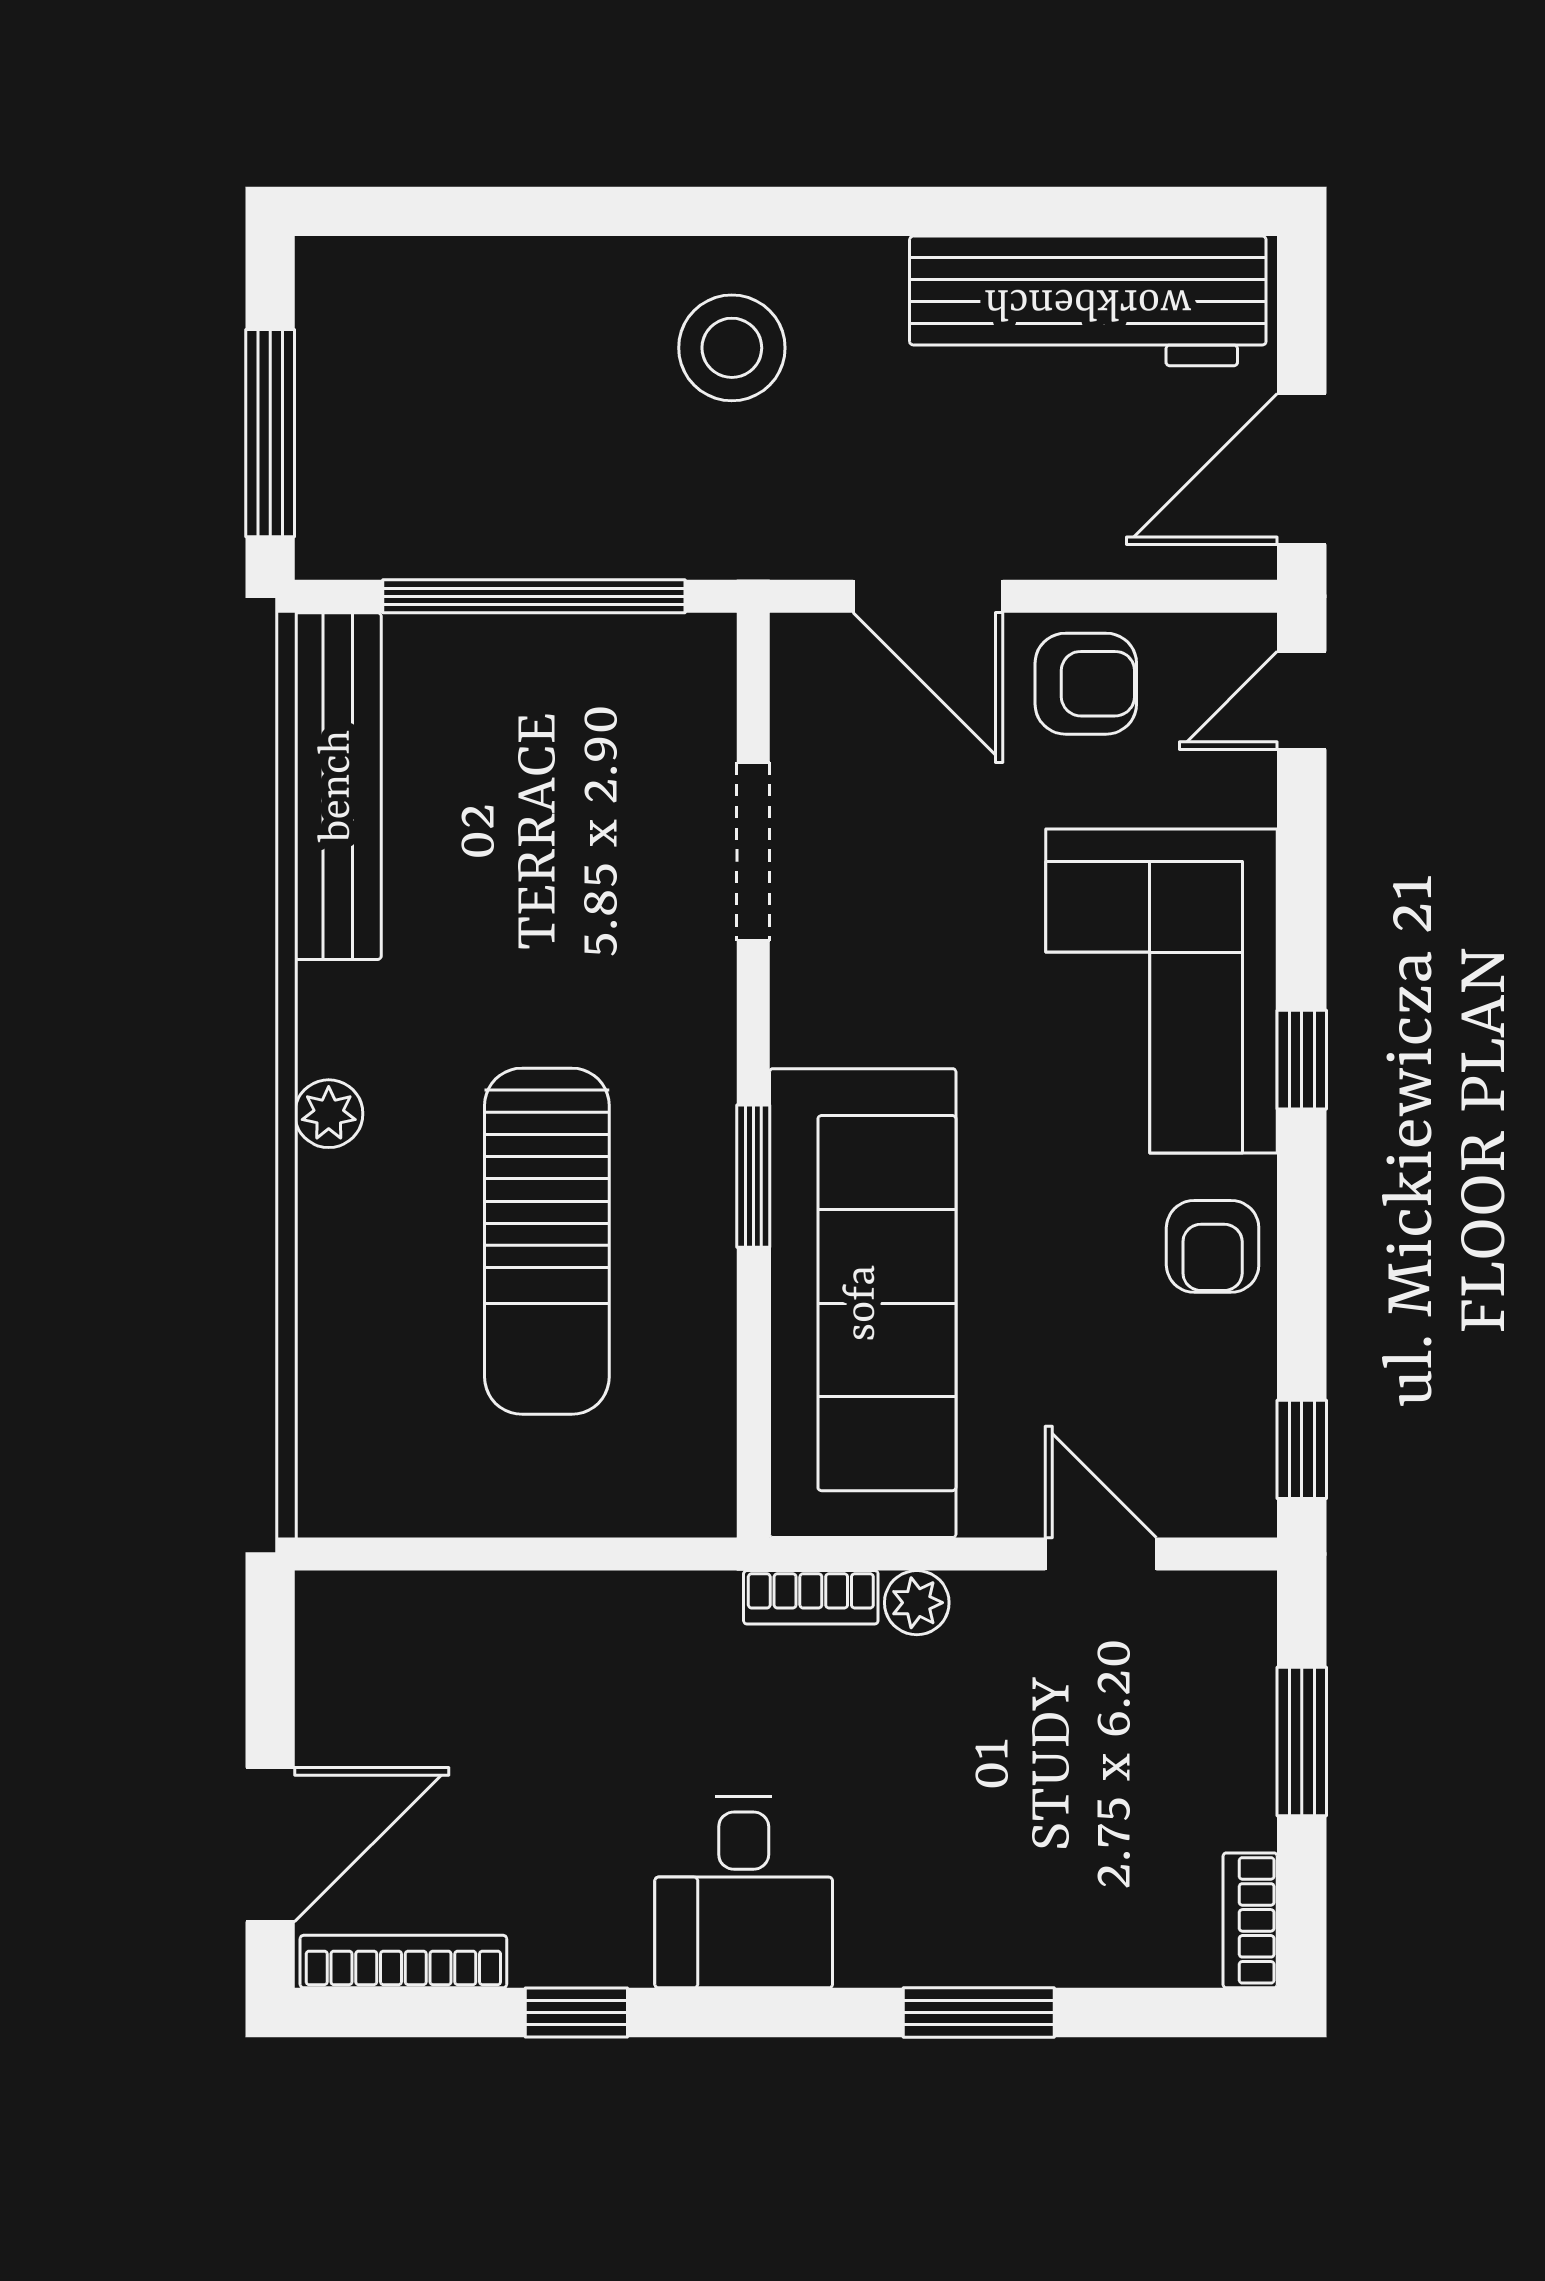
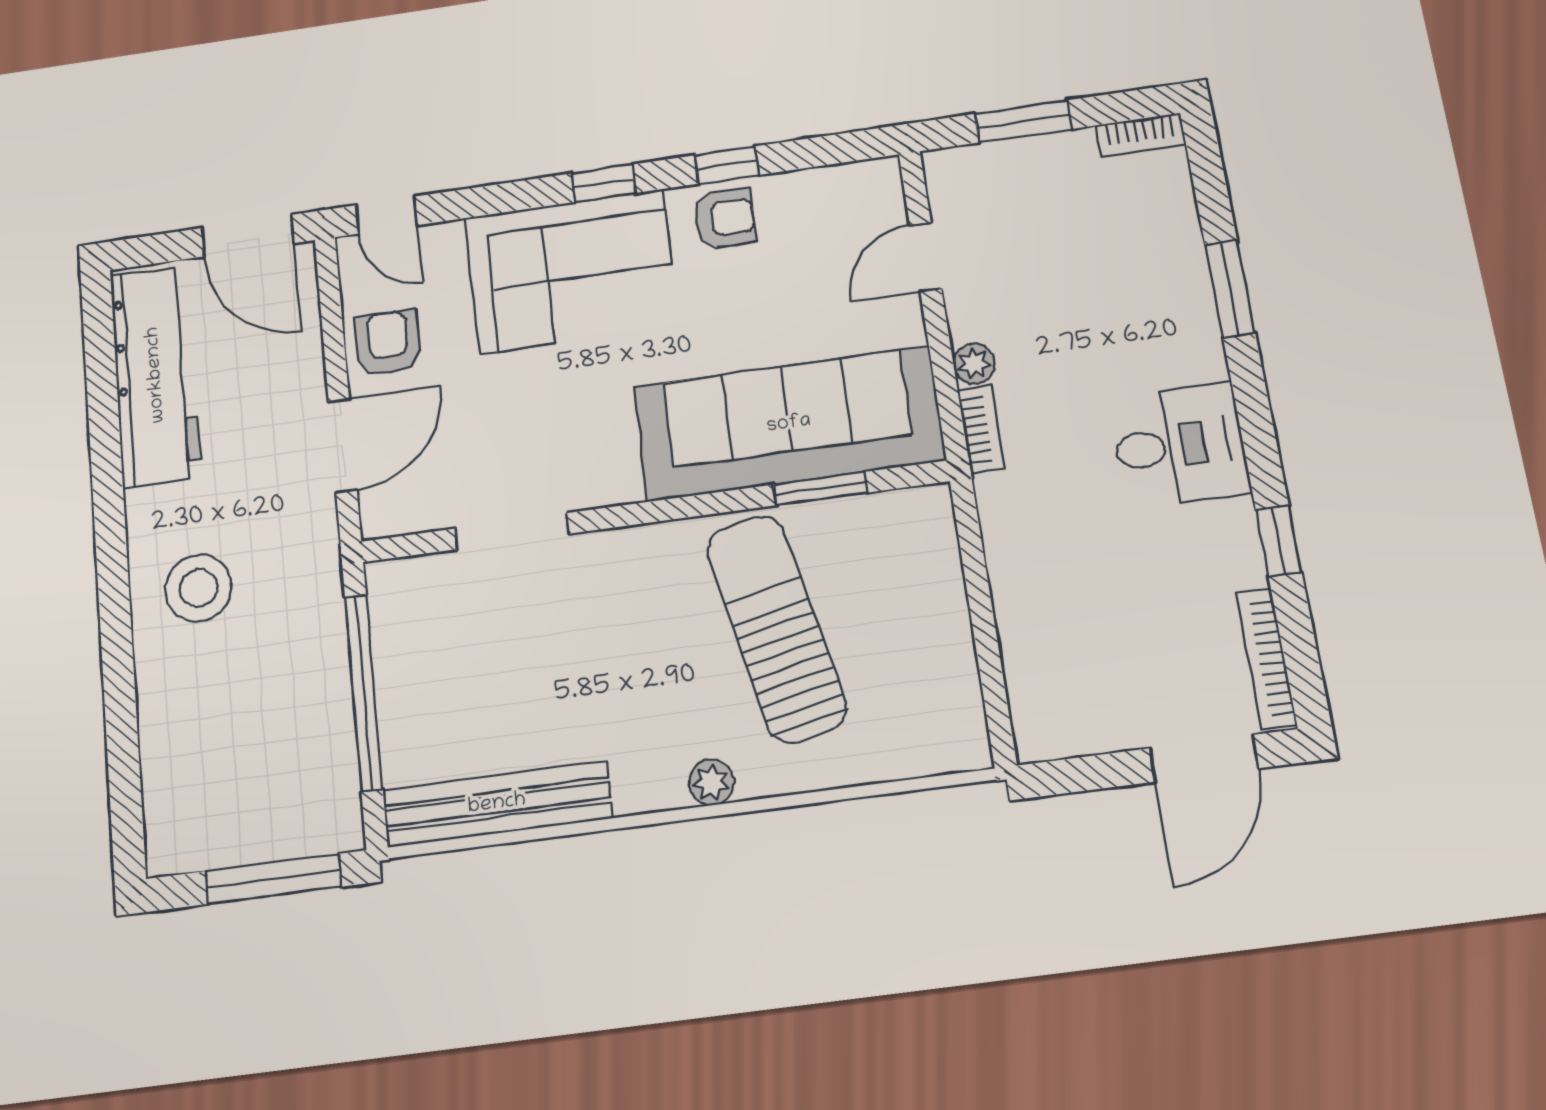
window: (753, 1176) -> (820, 489), moved
sun lounger: (547, 1241) -> (776, 628), turned -102
window: (1302, 1449) -> (727, 165), moved
door: (270, 1845) -> (1204, 758), swing flipped

